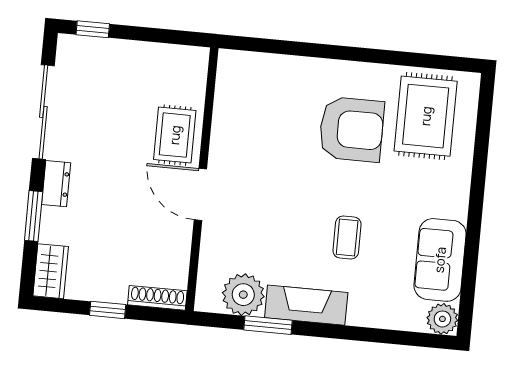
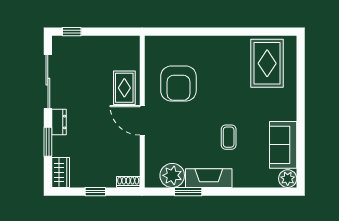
armchair: (351, 129) -> (178, 84), moved, turned 90
shoe rack: (157, 298) -> (128, 182), width x0.70

